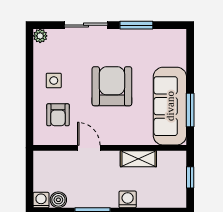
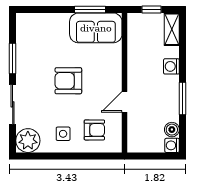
plant: (40, 36) -> (28, 141), width x1.87, depth x1.87
armchair: (112, 86) -> (68, 81), width x0.73, depth x0.73
sofa: (170, 106) -> (96, 28), width x0.73
shelving: (138, 159) -> (172, 29), moved

